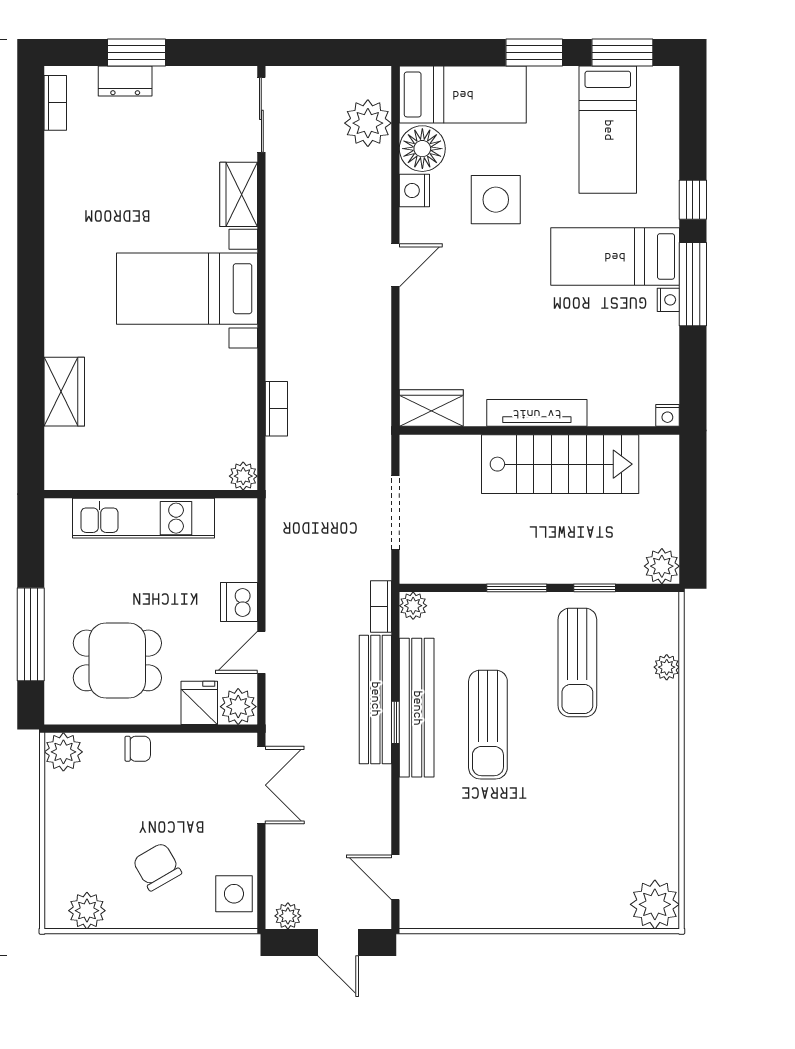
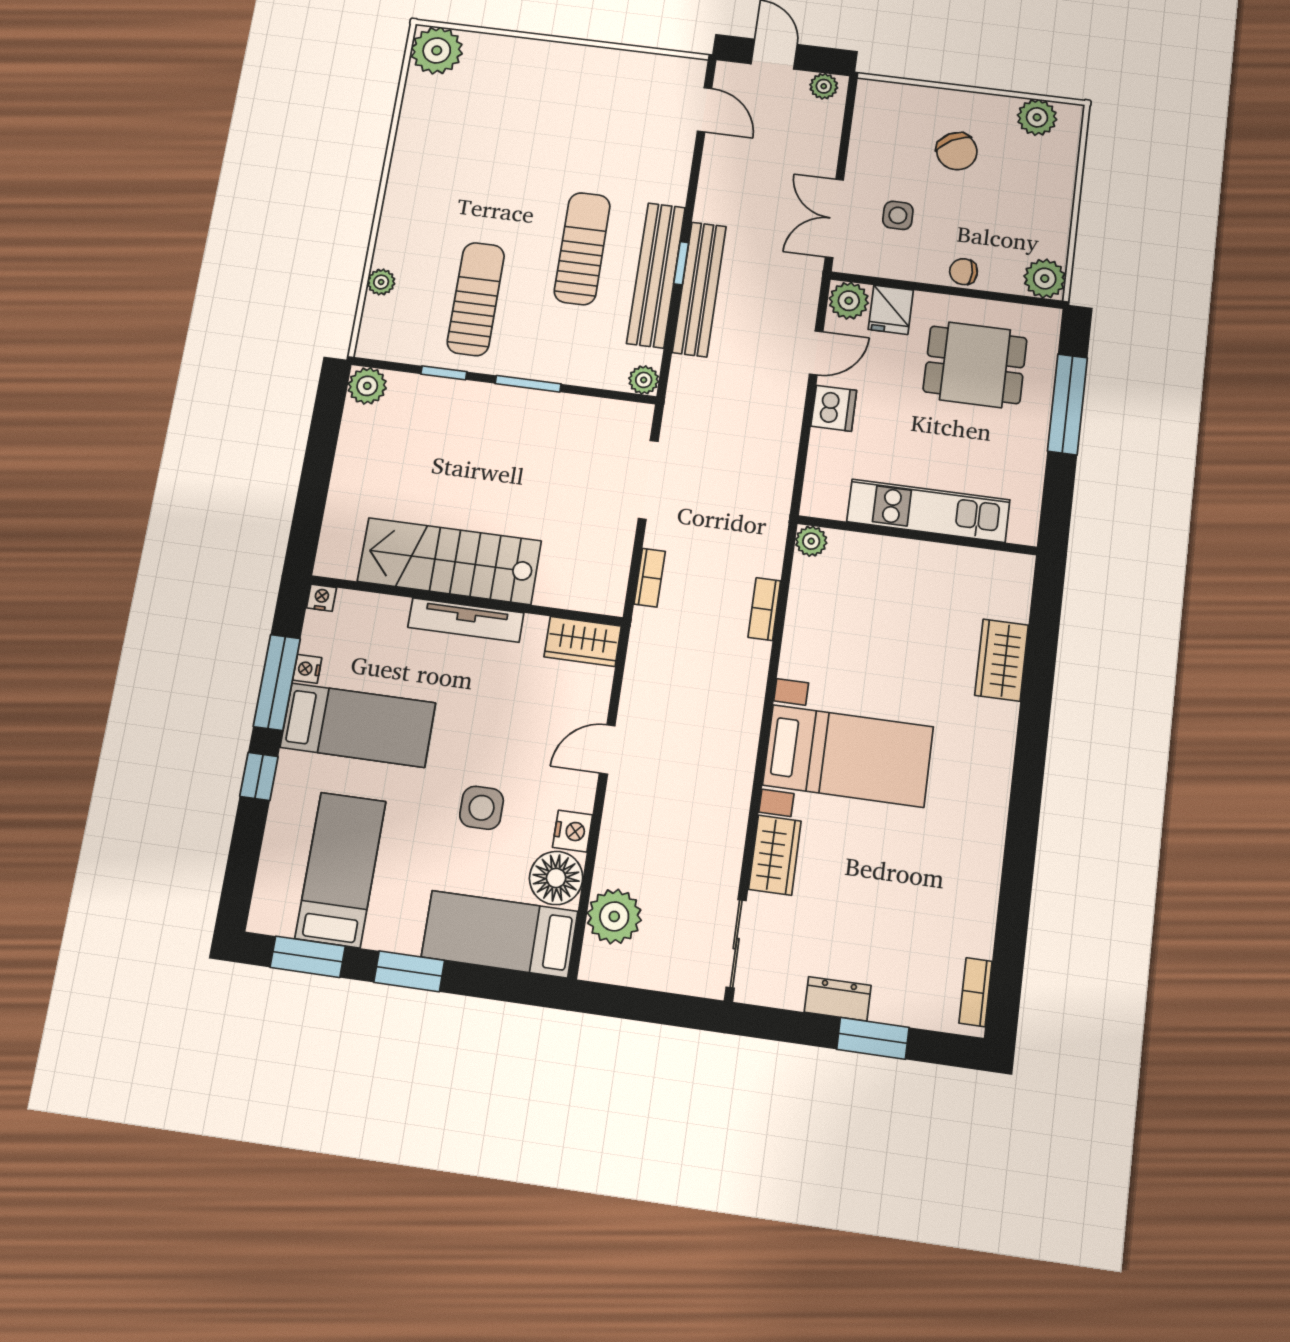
dresser: (125, 81) -> (838, 999), moved
side table: (496, 200) -> (482, 808), width x0.73, depth x0.73
wardrobe: (431, 408) -> (583, 641), moved
tv unit: (537, 413) -> (466, 620), moved
nightstand: (667, 415) -> (322, 598), moved
wall: (539, 430) -> (466, 601), moved
stairs: (560, 464) -> (449, 561), moved
bookcase: (381, 607) -> (650, 578), moved
side table: (234, 894) -> (898, 215), moved, width x0.73, depth x0.73

